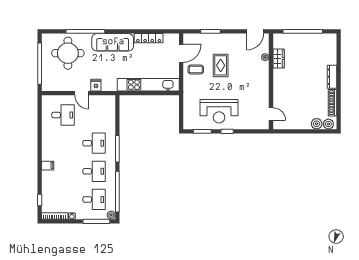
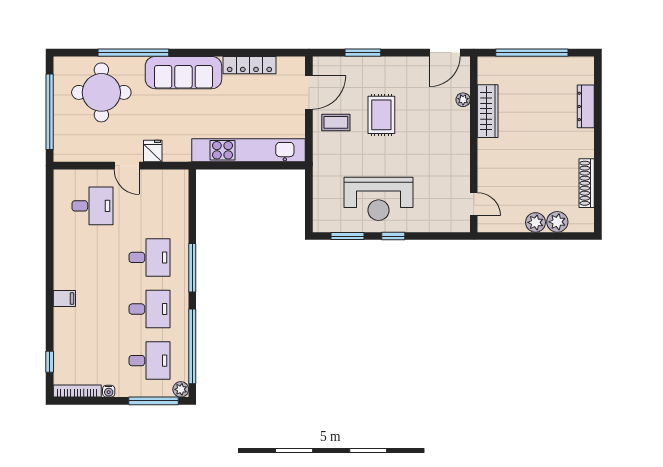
wardrobe: (279, 59) -> (488, 111), width x1.50
dresser: (332, 77) -> (586, 106), moved
plant: (328, 124) -> (535, 222), moved

